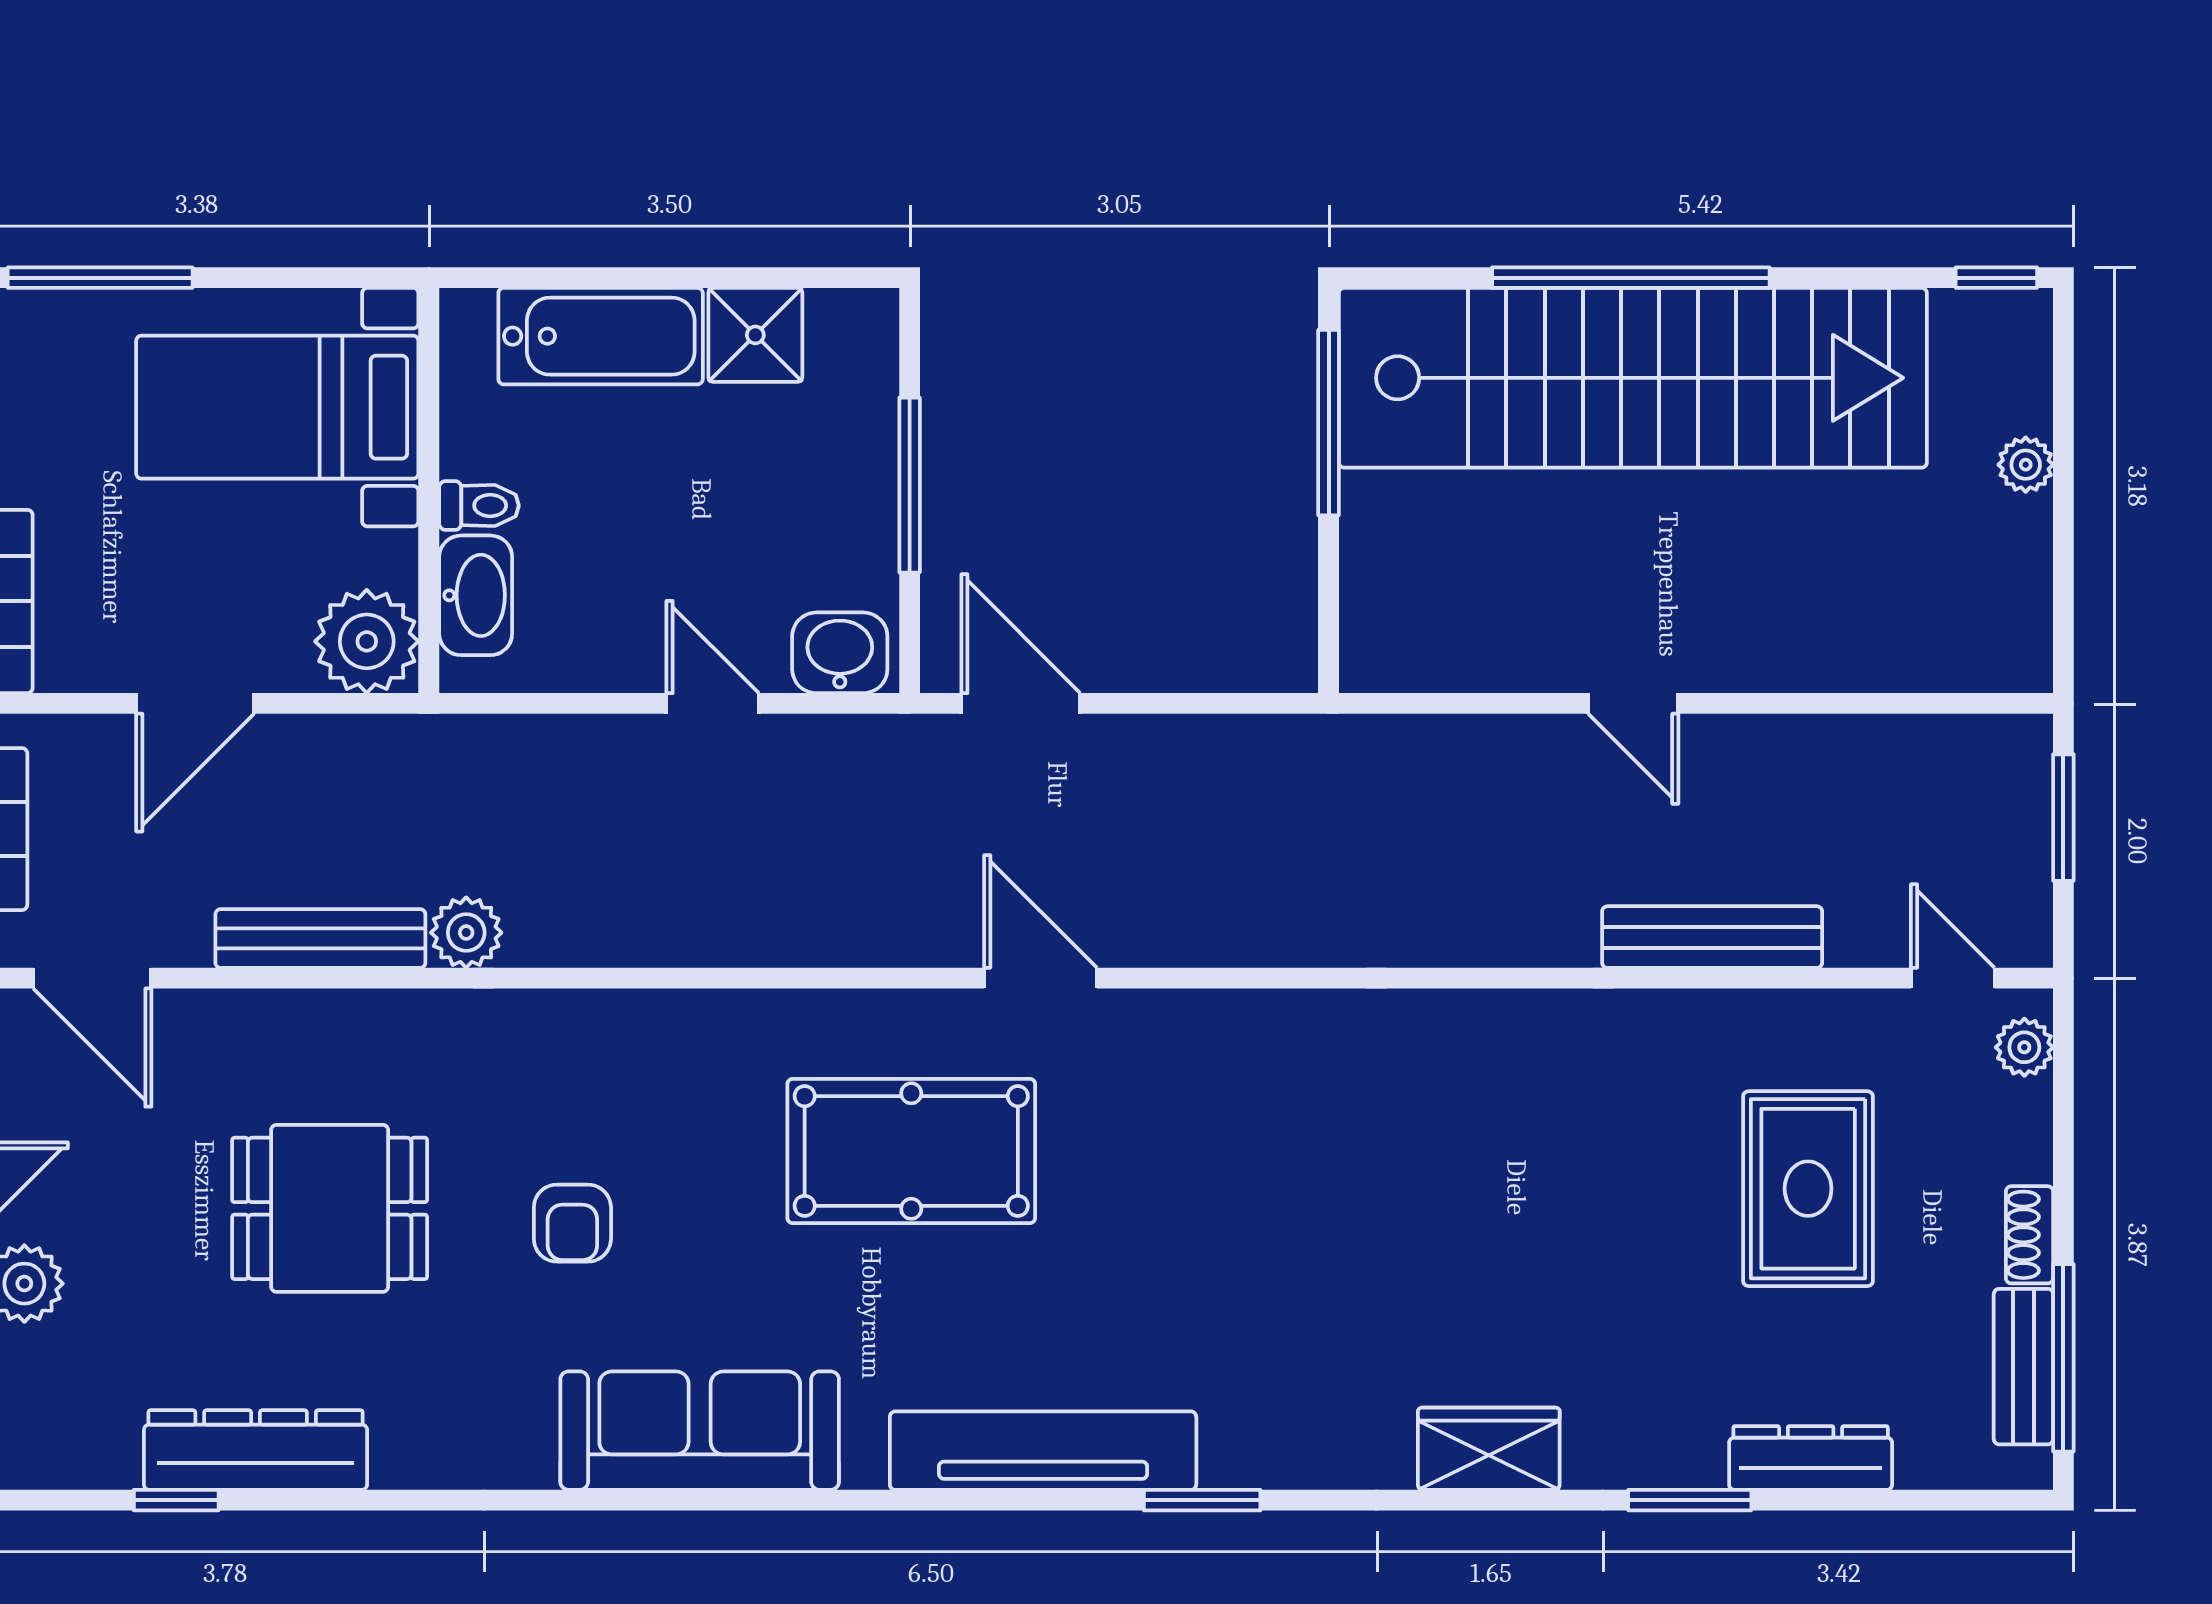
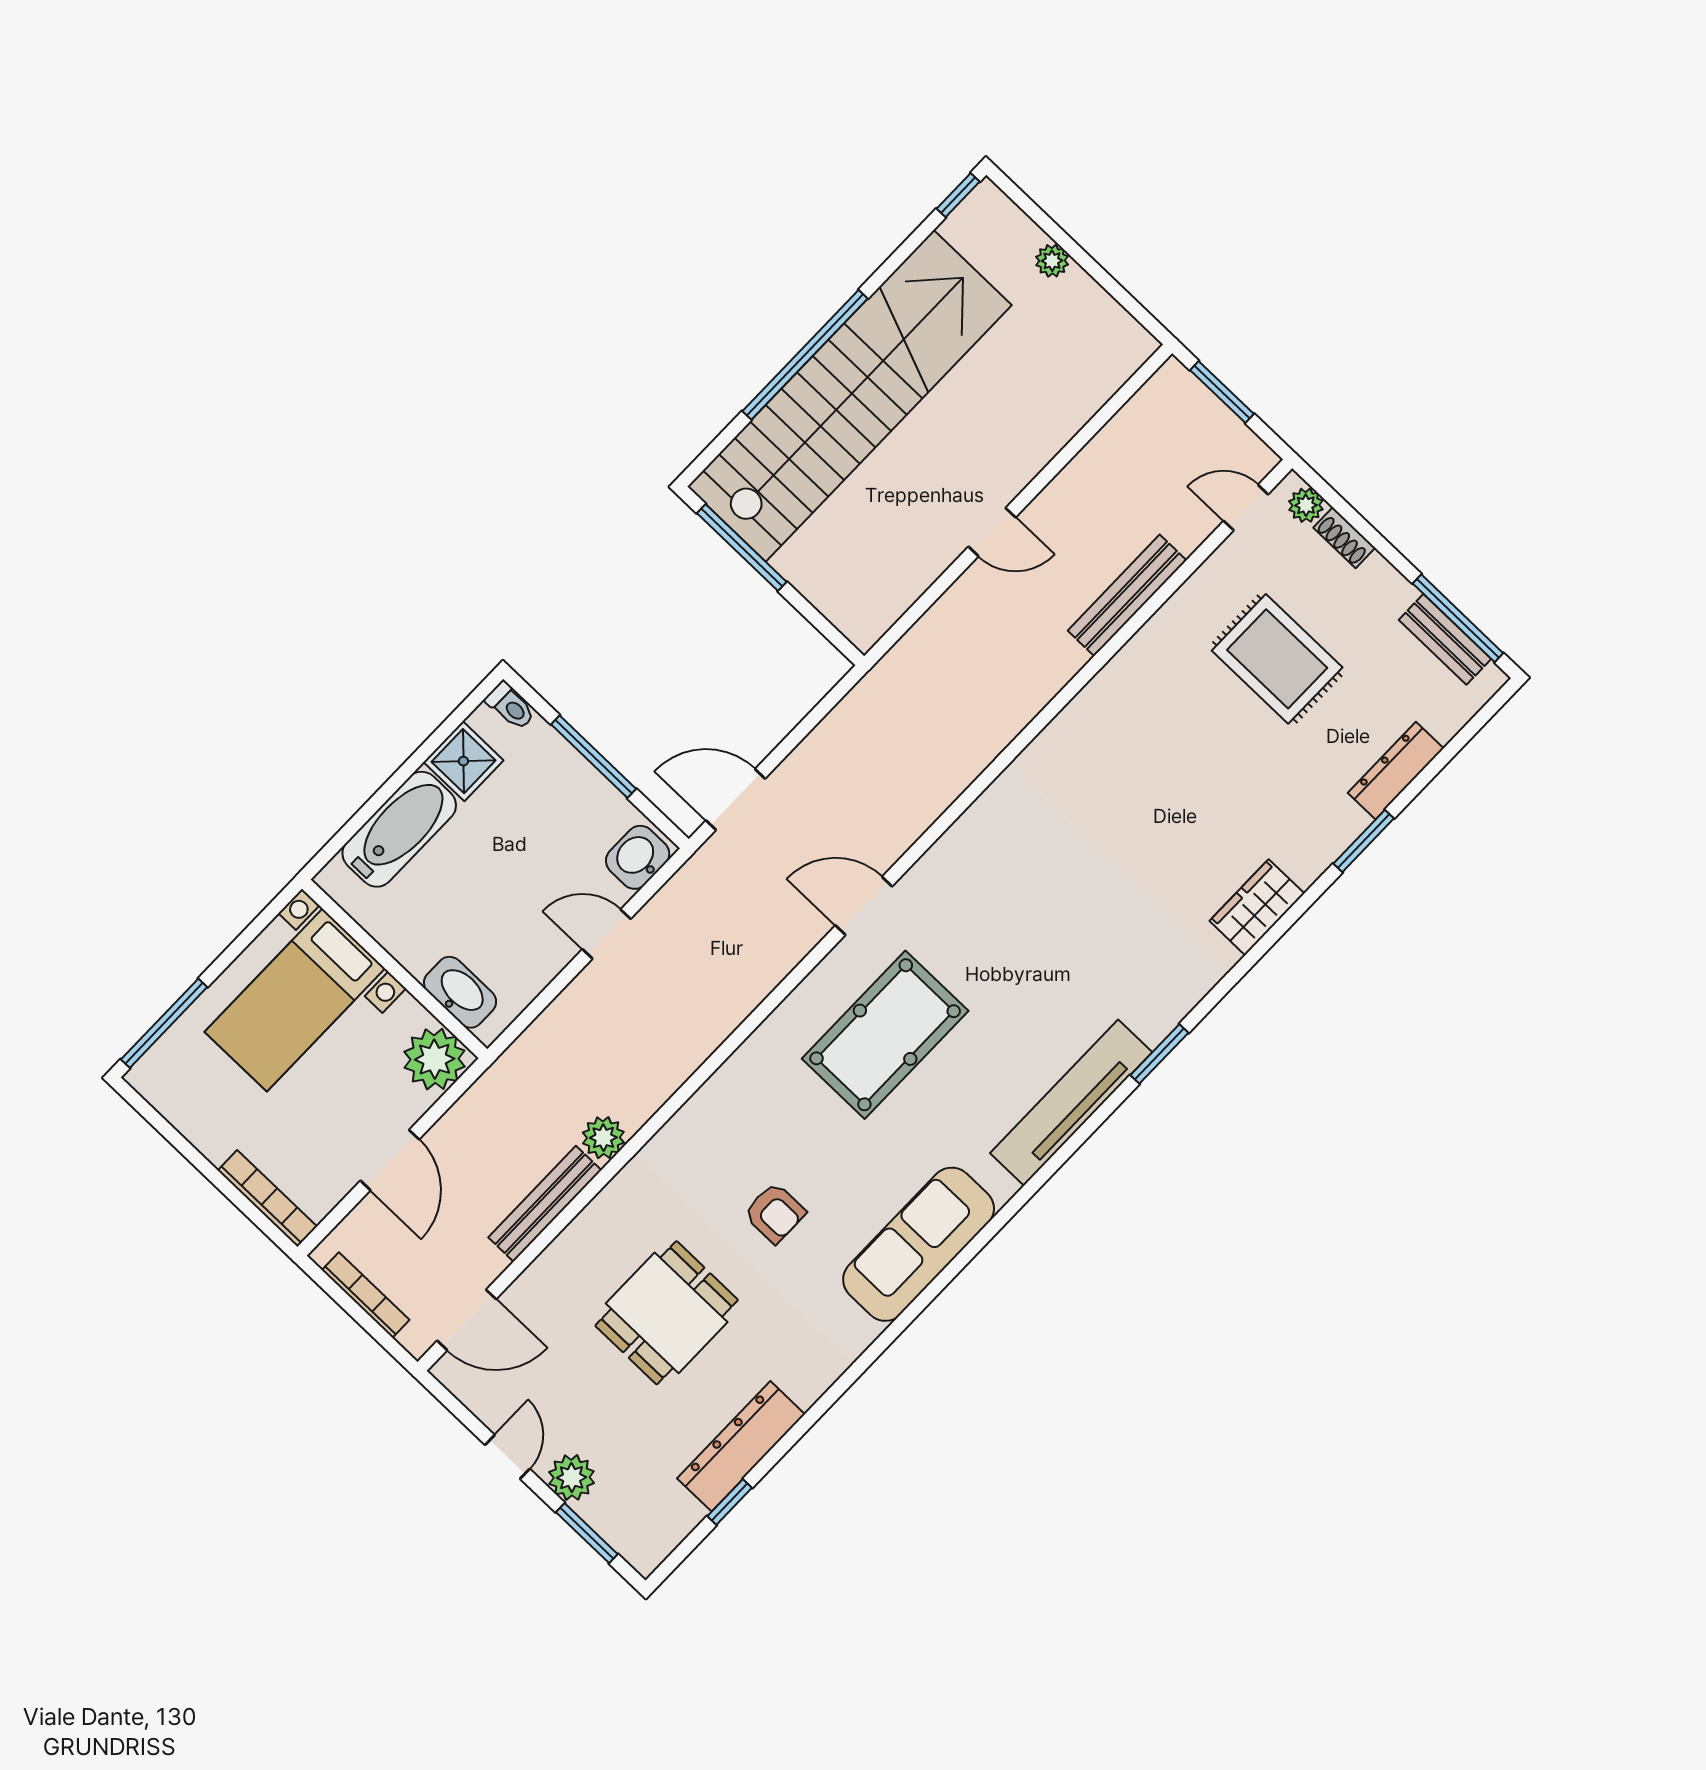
toilet: (479, 506) -> (510, 706), moved, turned 90
shoe rack: (2030, 1235) -> (1344, 538), moved

